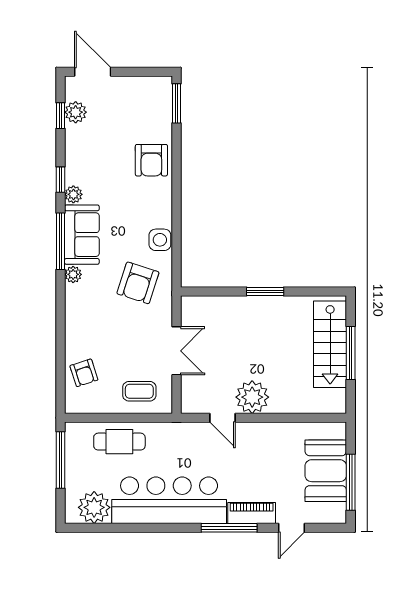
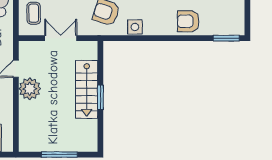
stairs: (330, 344) -> (87, 89), moved, turned -90
double door: (177, 351) -> (61, 38), swing flipped

